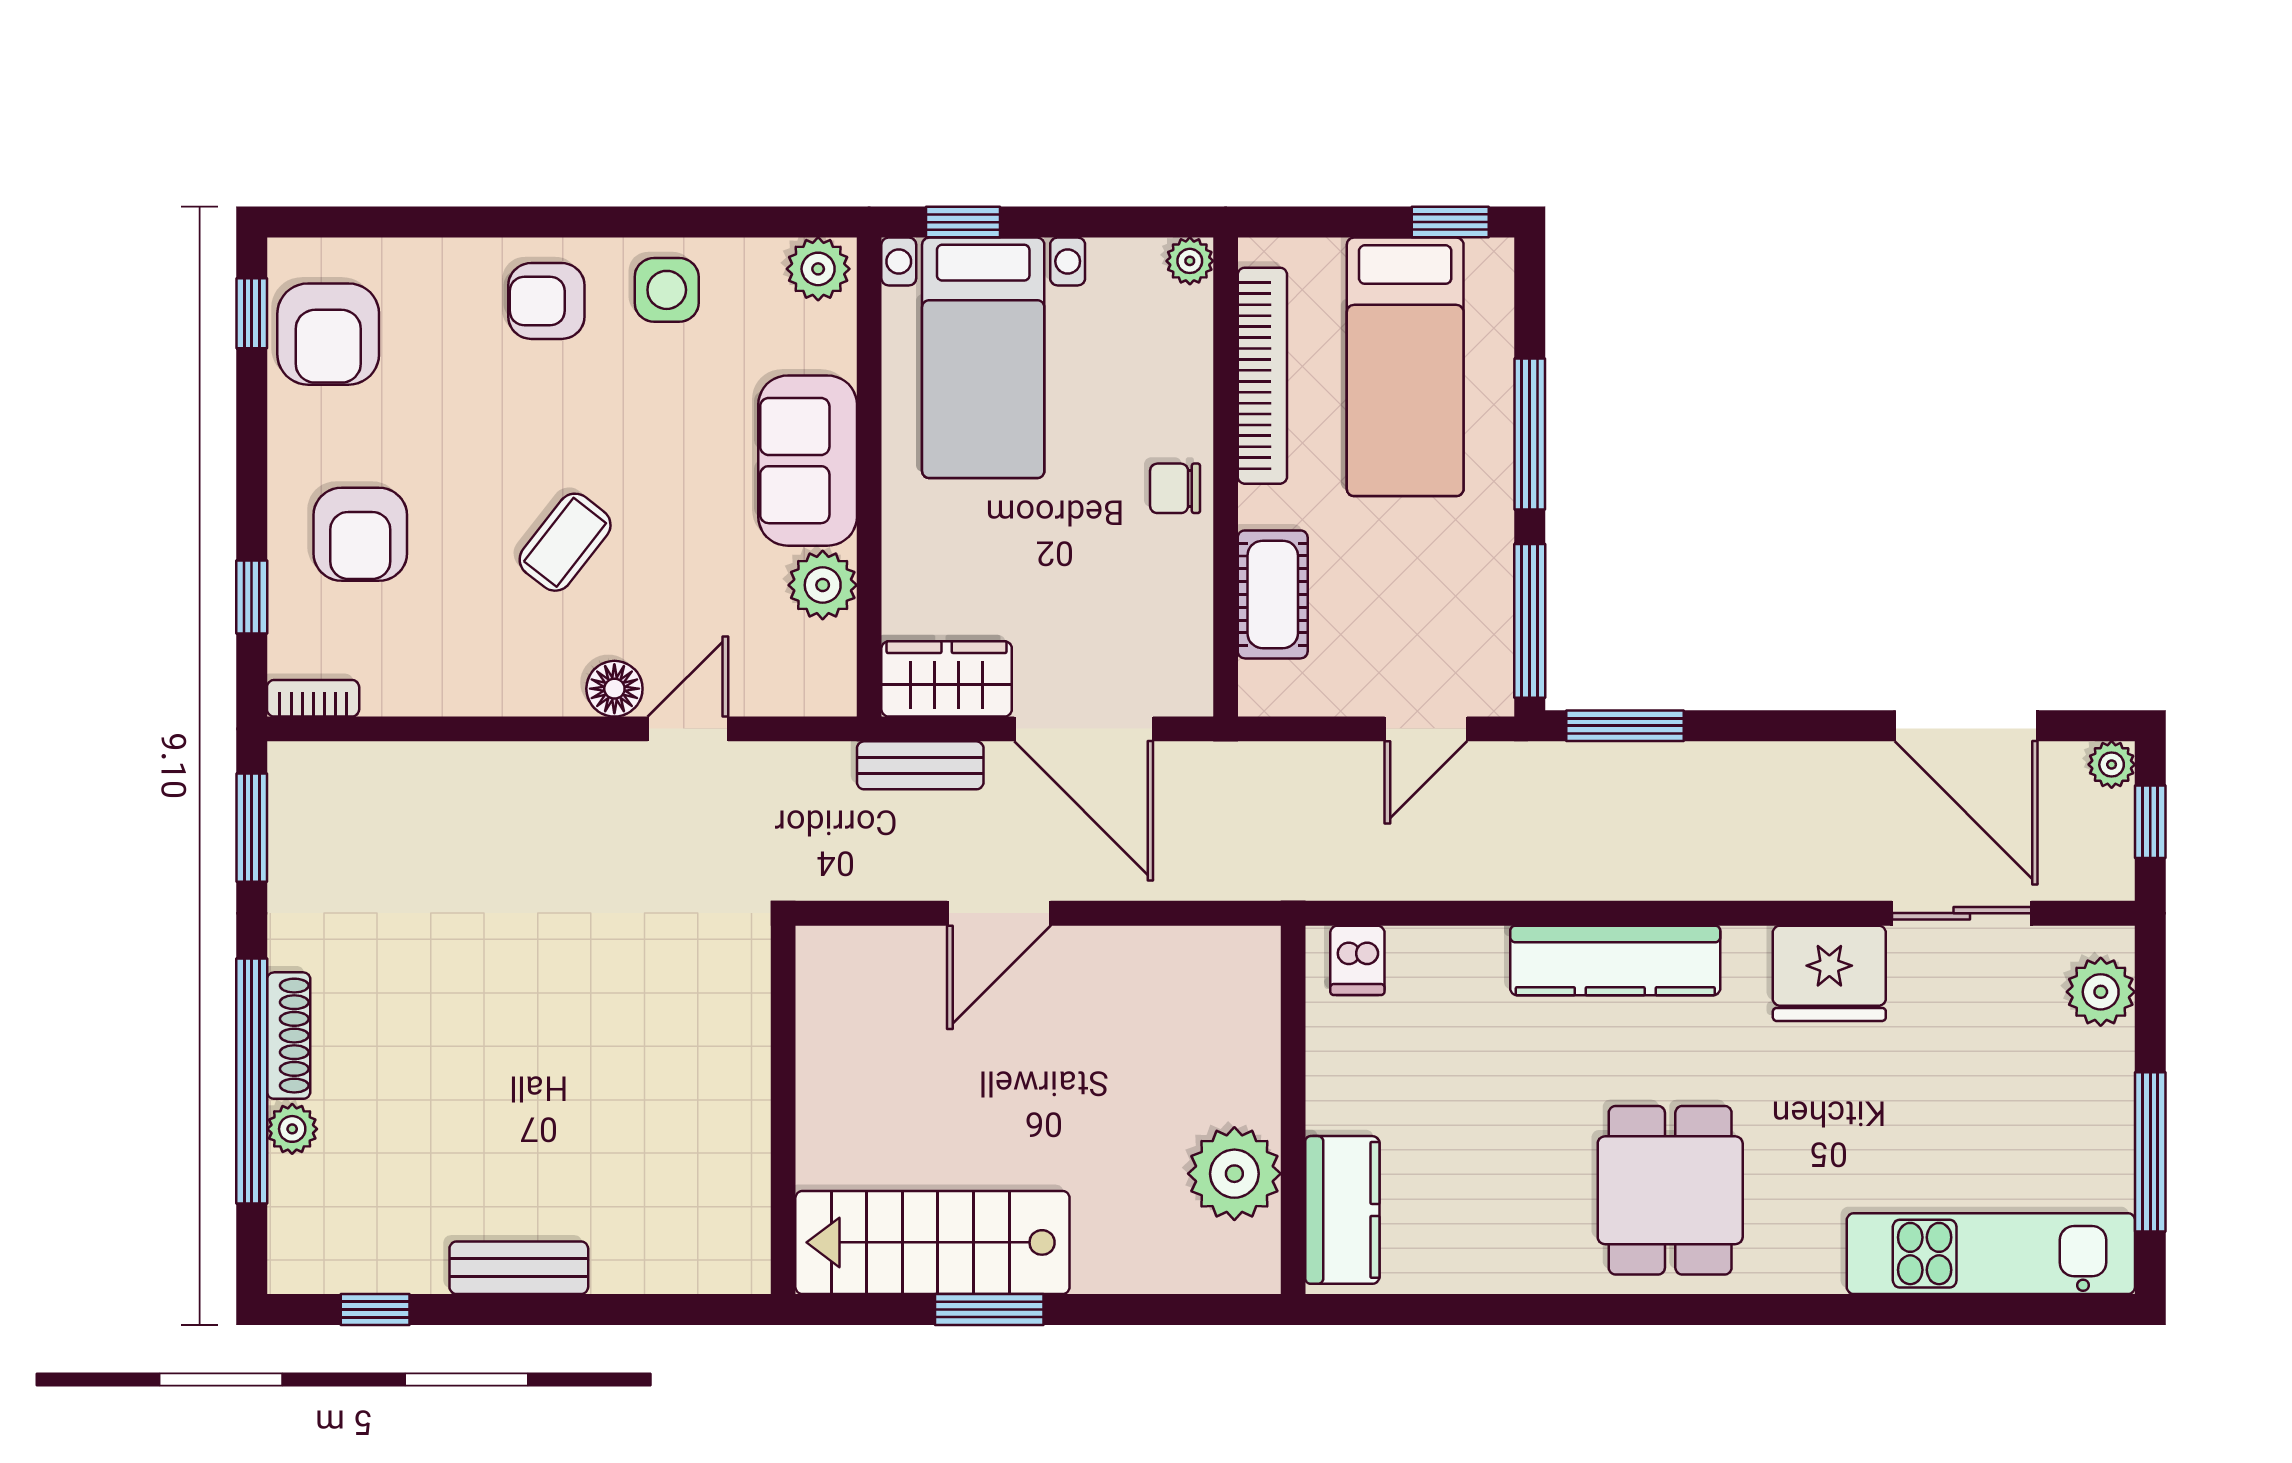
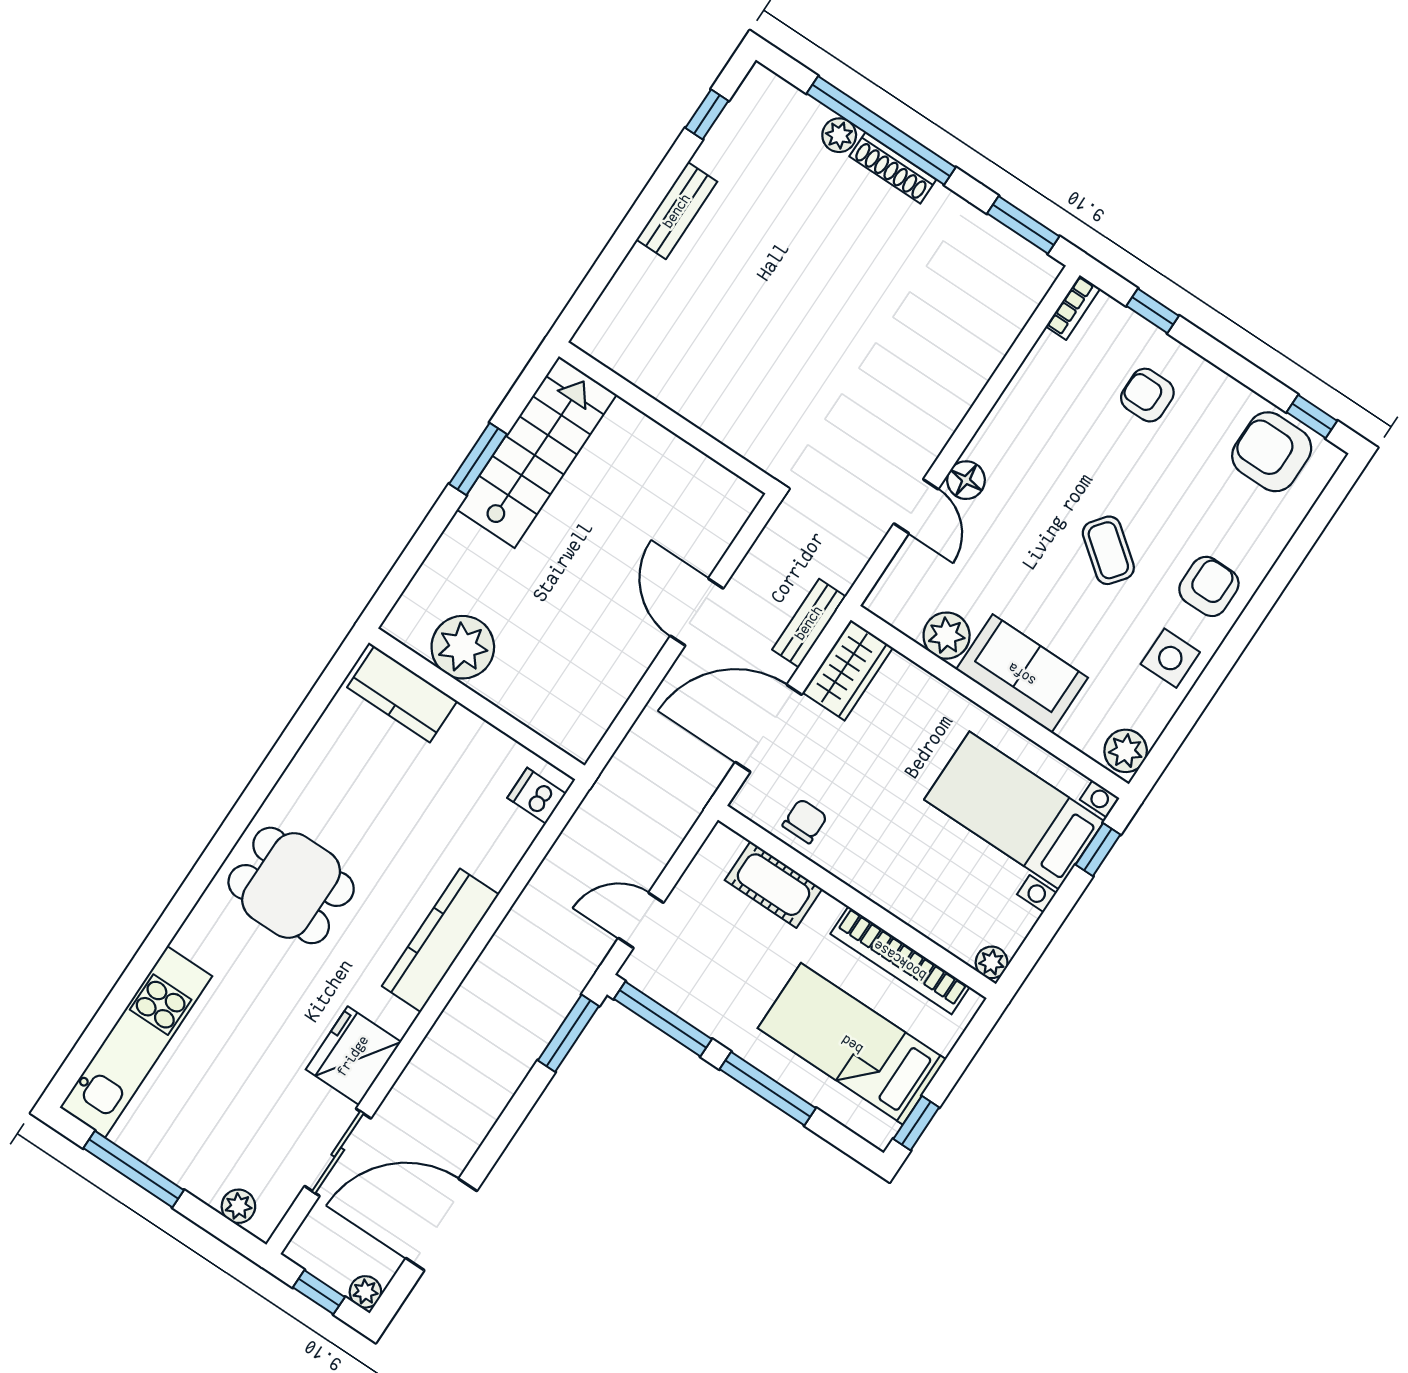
chair: (1175, 488) -> (805, 821), moved
armchair: (360, 534) -> (1147, 395), width x0.72, depth x0.72
coffee table: (565, 542) -> (1108, 550), moved
door: (1426, 729) -> (641, 920), hinge flipped
plant: (2101, 992) -> (238, 1206), width x0.73, depth x0.73

